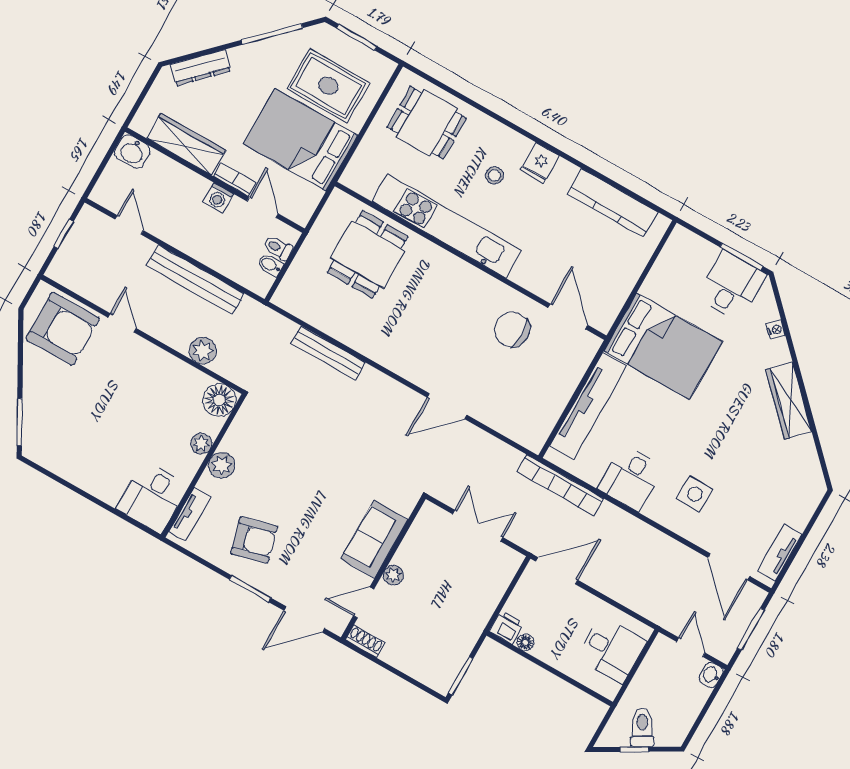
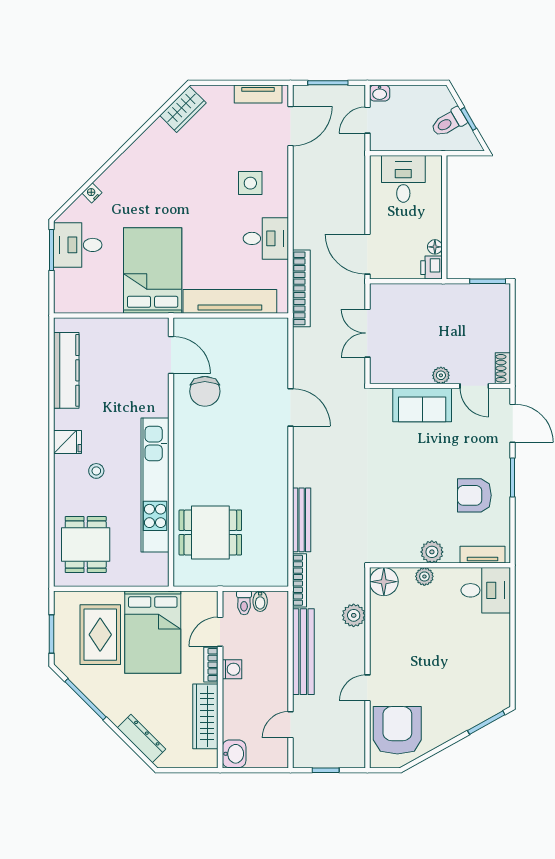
bookcase: (269, 316) -> (300, 580), added
door: (568, 316) -> (171, 355), swing flipped
wardrobe: (789, 400) -> (183, 109), moved, width x0.67
armchair: (254, 540) -> (474, 495), turned -75

